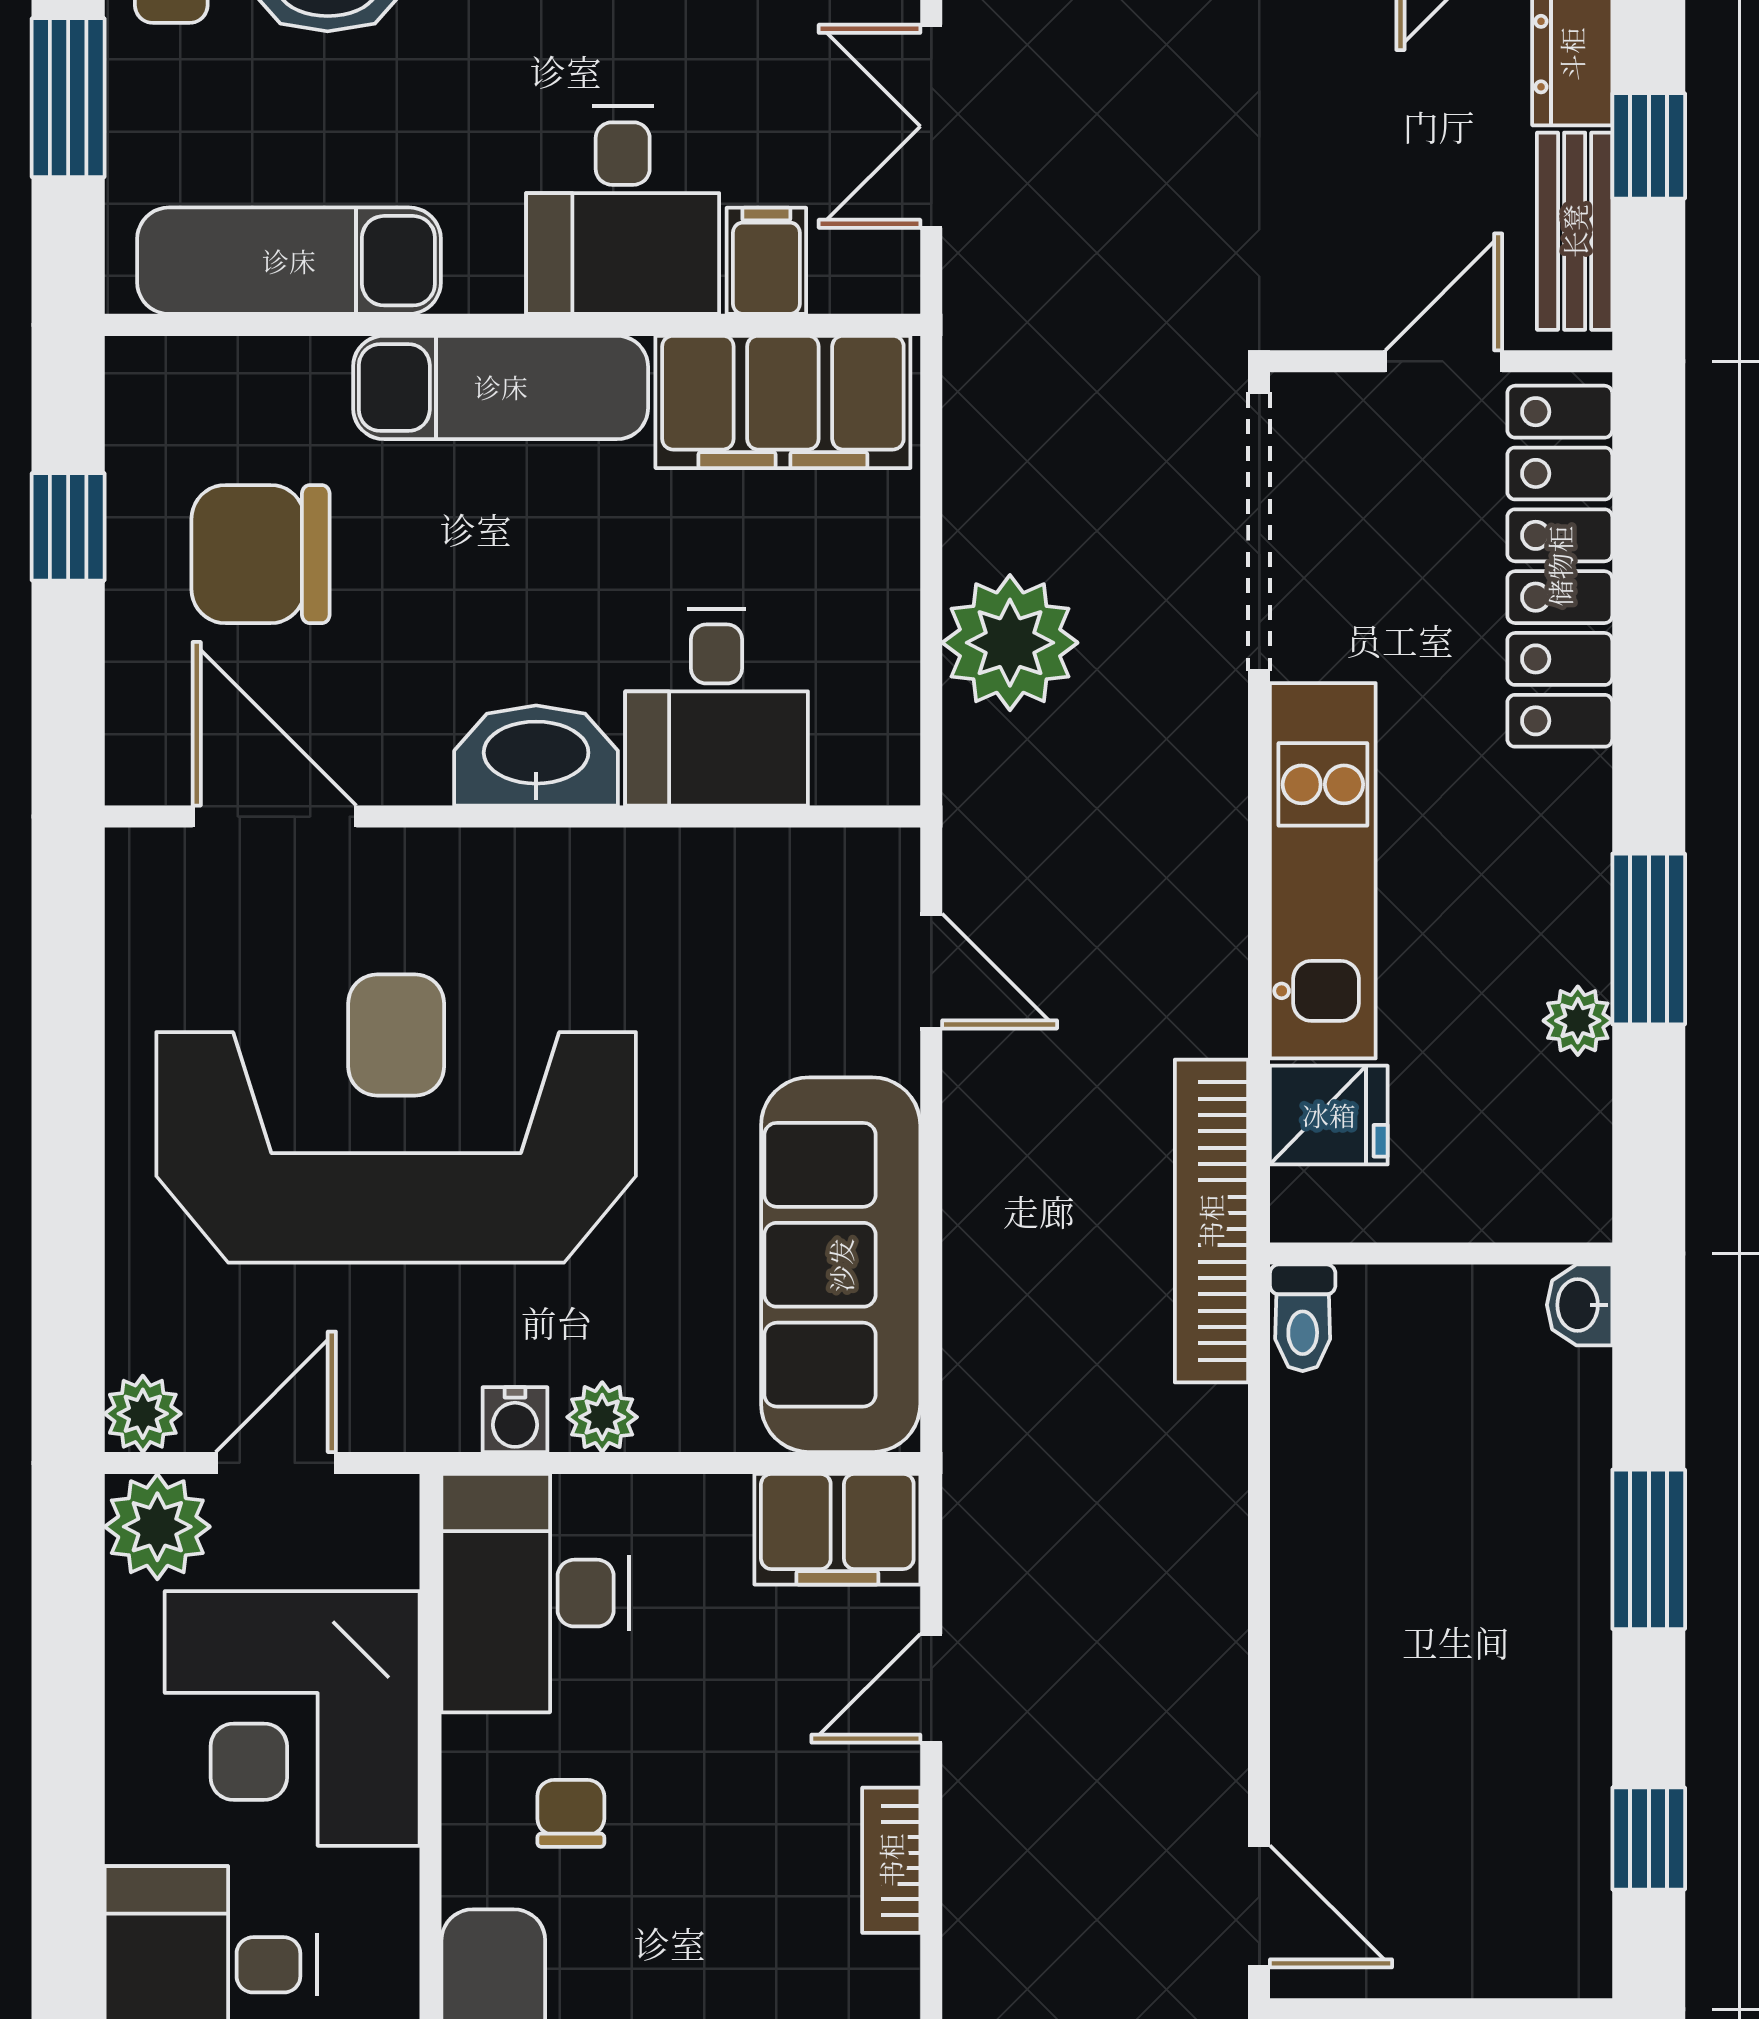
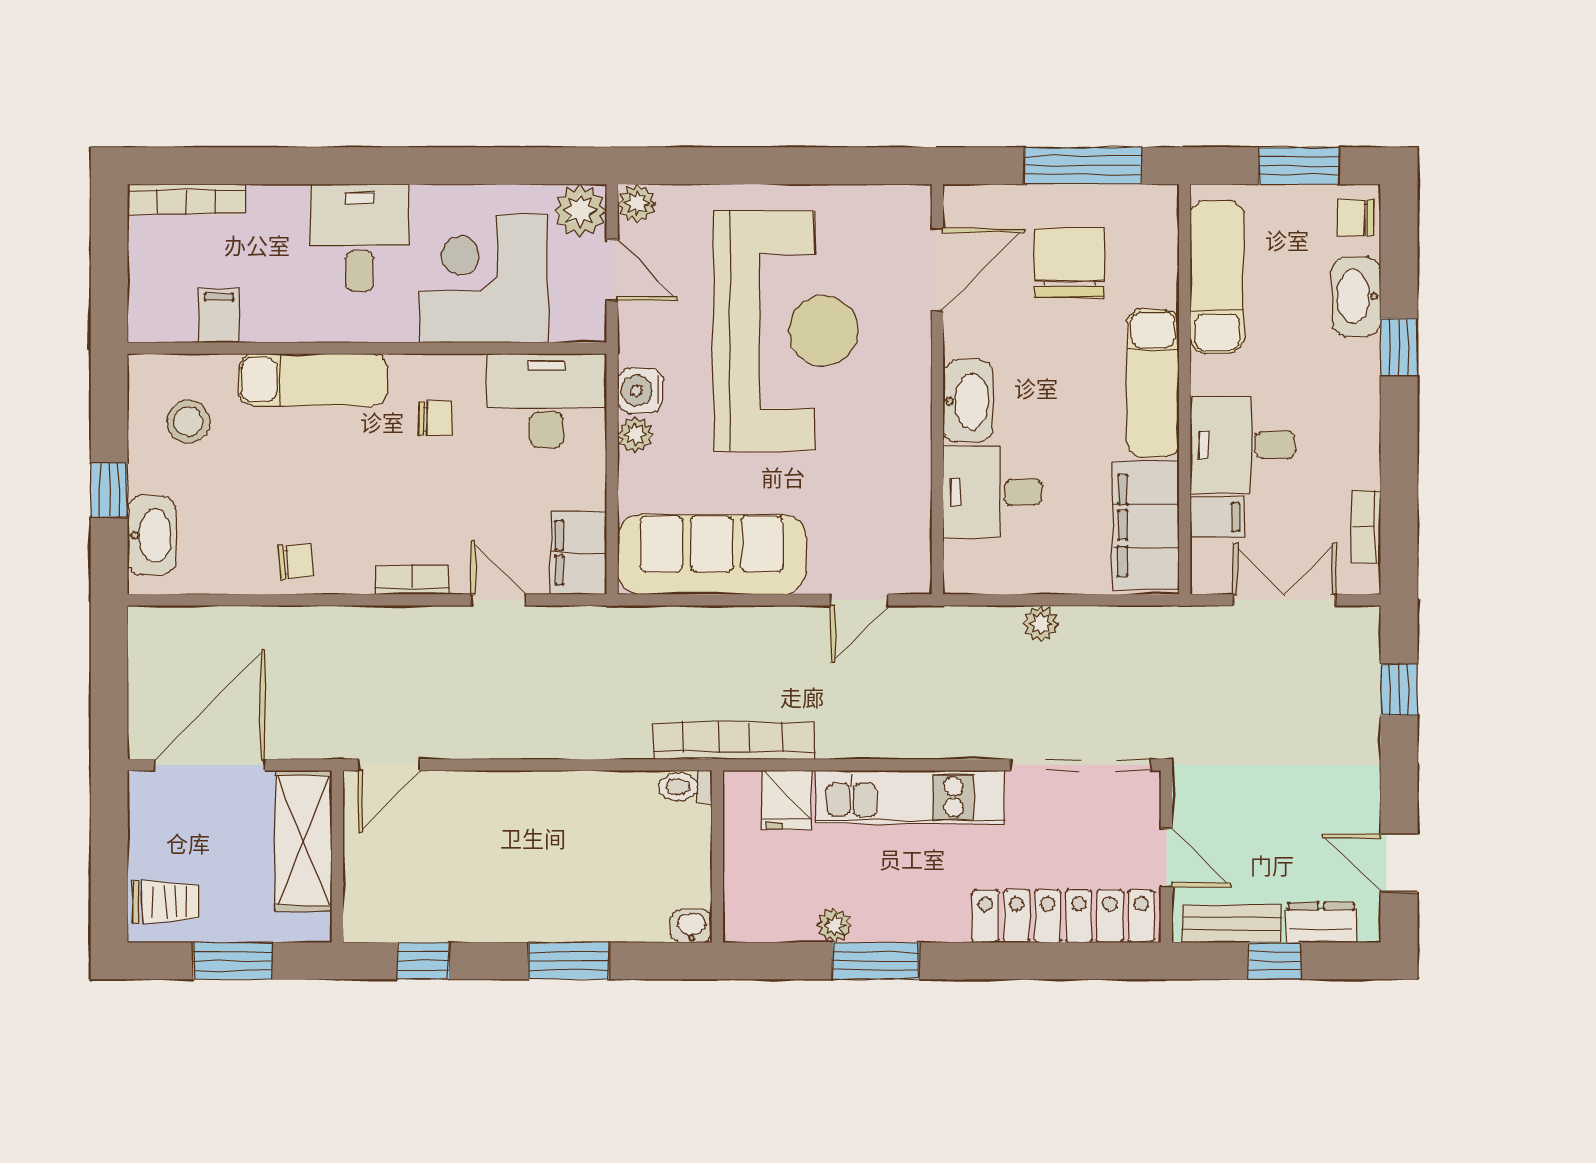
window: (68, 527) -> (1083, 166), width x2.17
plant: (1010, 643) -> (1041, 624), width x0.53, depth x0.53
water cooler: (515, 1420) -> (640, 391), width x1.38, depth x1.38

